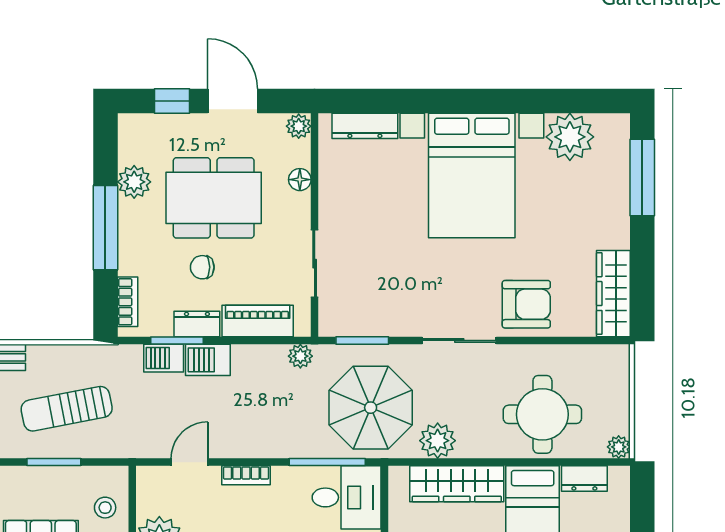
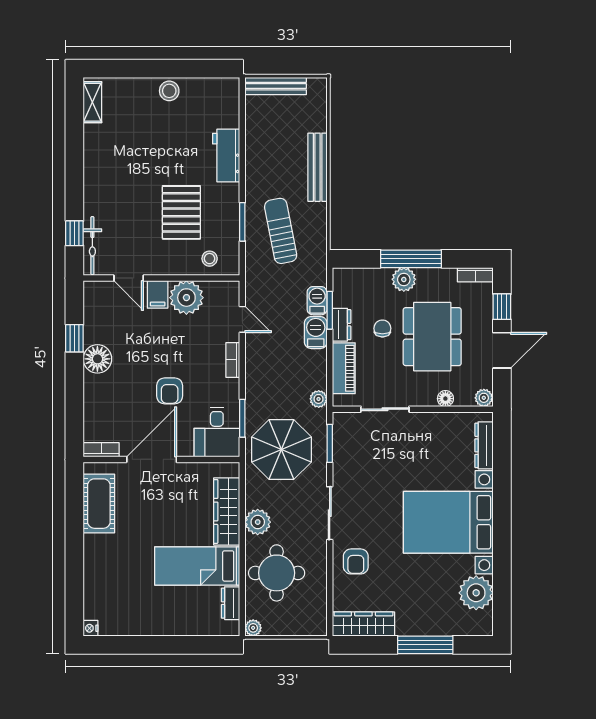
window: (642, 178) -> (425, 645), moved
plant: (134, 182) -> (404, 279), moved
bookcase: (128, 302) -> (475, 275), moved
armchair: (526, 304) -> (356, 561), width x0.72, depth x0.72
plant: (438, 441) -> (258, 522), moved
window: (327, 462) -> (242, 418), width x0.69

